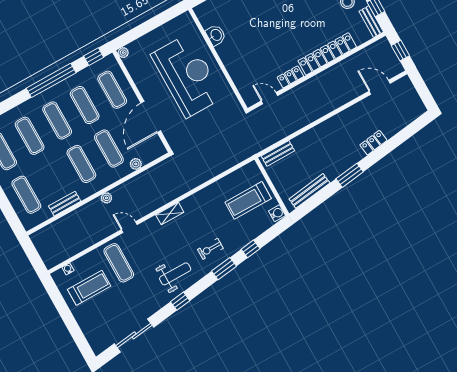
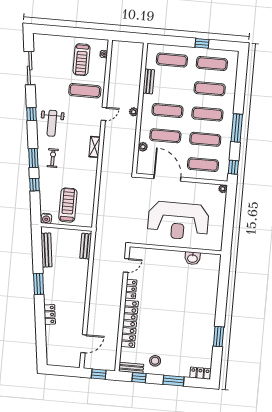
window: (51, 80) -> (237, 128), width x0.68

